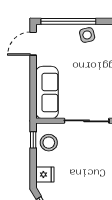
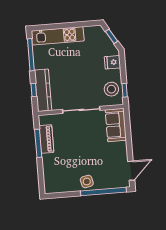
sofa: (47, 92) -> (116, 125), width x0.73

